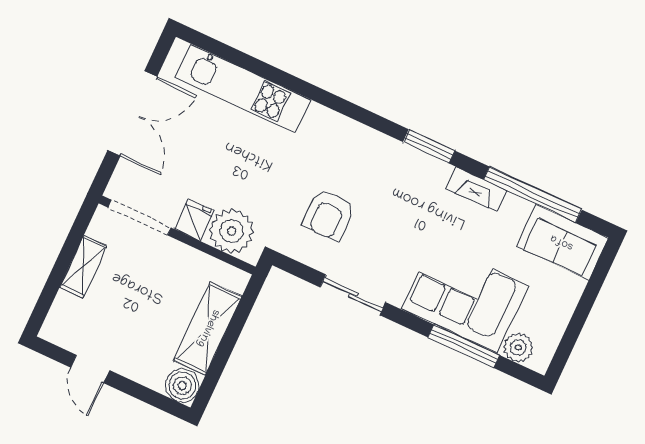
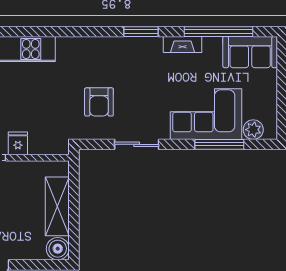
plant: (232, 231) -> (44, 140), removed

